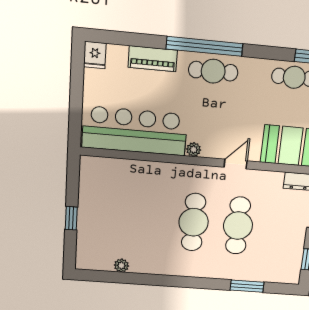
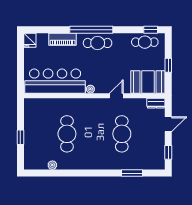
cafe table: (194, 222) -> (67, 134), moved

